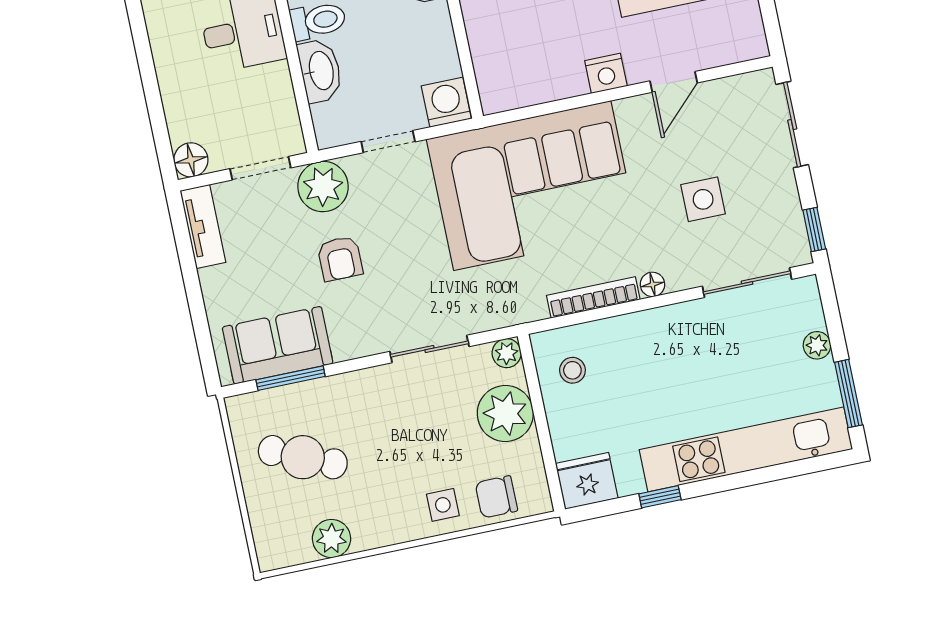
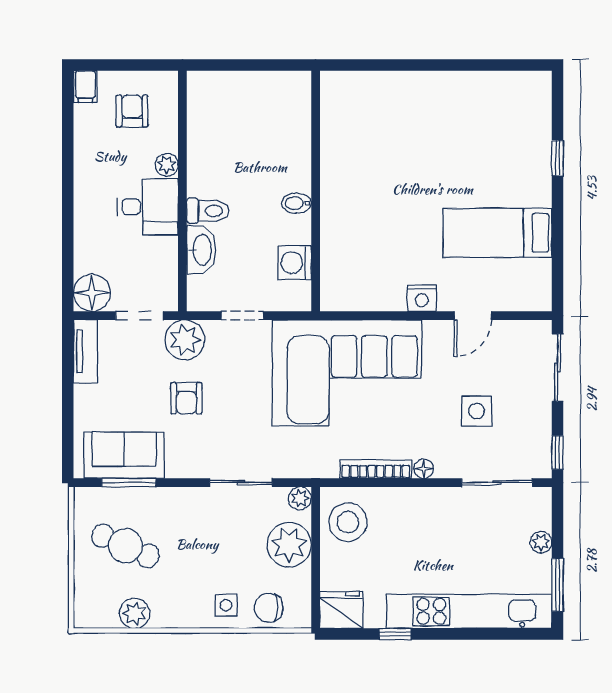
washing machine: (446, 102) -> (294, 263), moved, turned -90
floor lamp: (191, 160) -> (92, 293), width x1.38, depth x1.38
stool: (572, 370) -> (348, 522), width x1.89, depth x1.89

